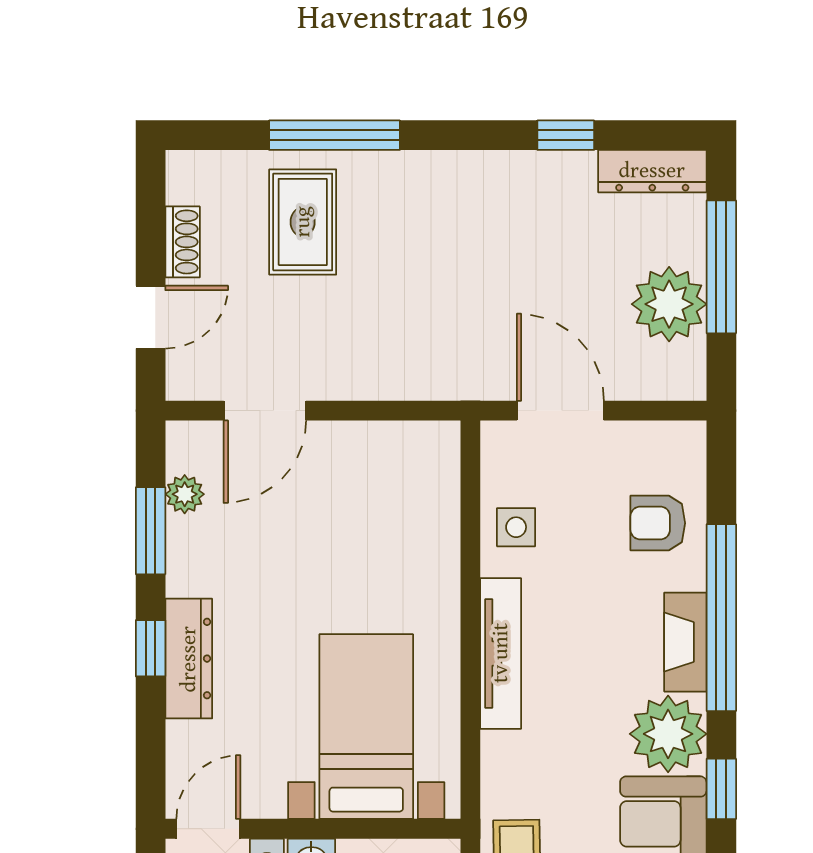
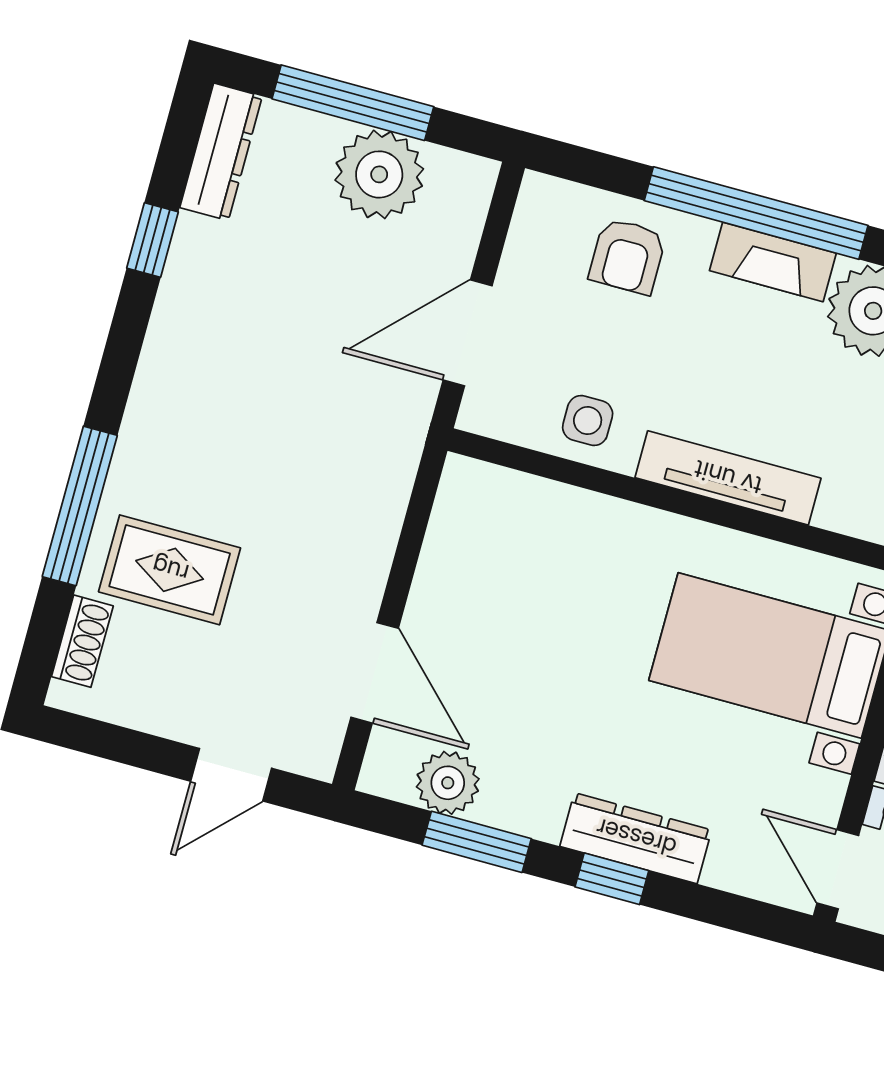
shoe rack: (183, 242) -> (82, 641), moved, turned 90
door: (151, 317) -> (231, 775), swing flipped
plant: (185, 494) -> (448, 783), width x1.38, depth x1.38

